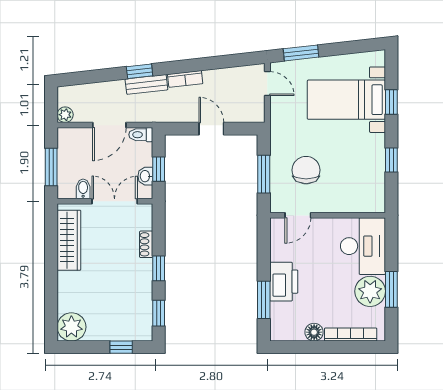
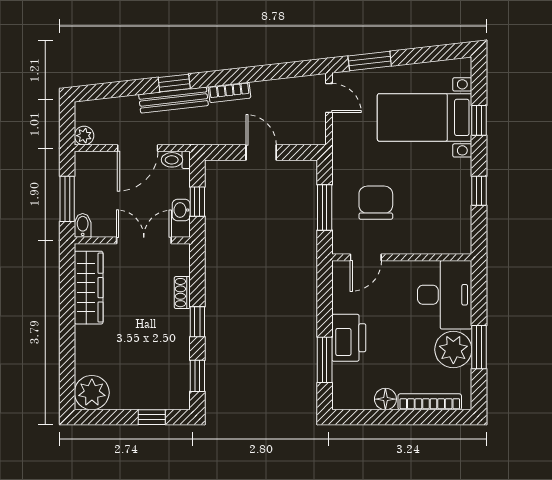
bench: (146, 84) -> (174, 100), width x1.36
bidet: (83, 189) -> (83, 225), moved

